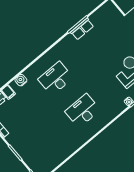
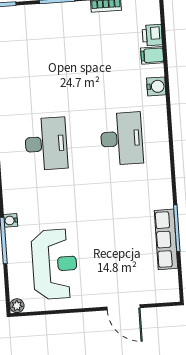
row of seats: (82, 29) -> (166, 239), width x1.48

